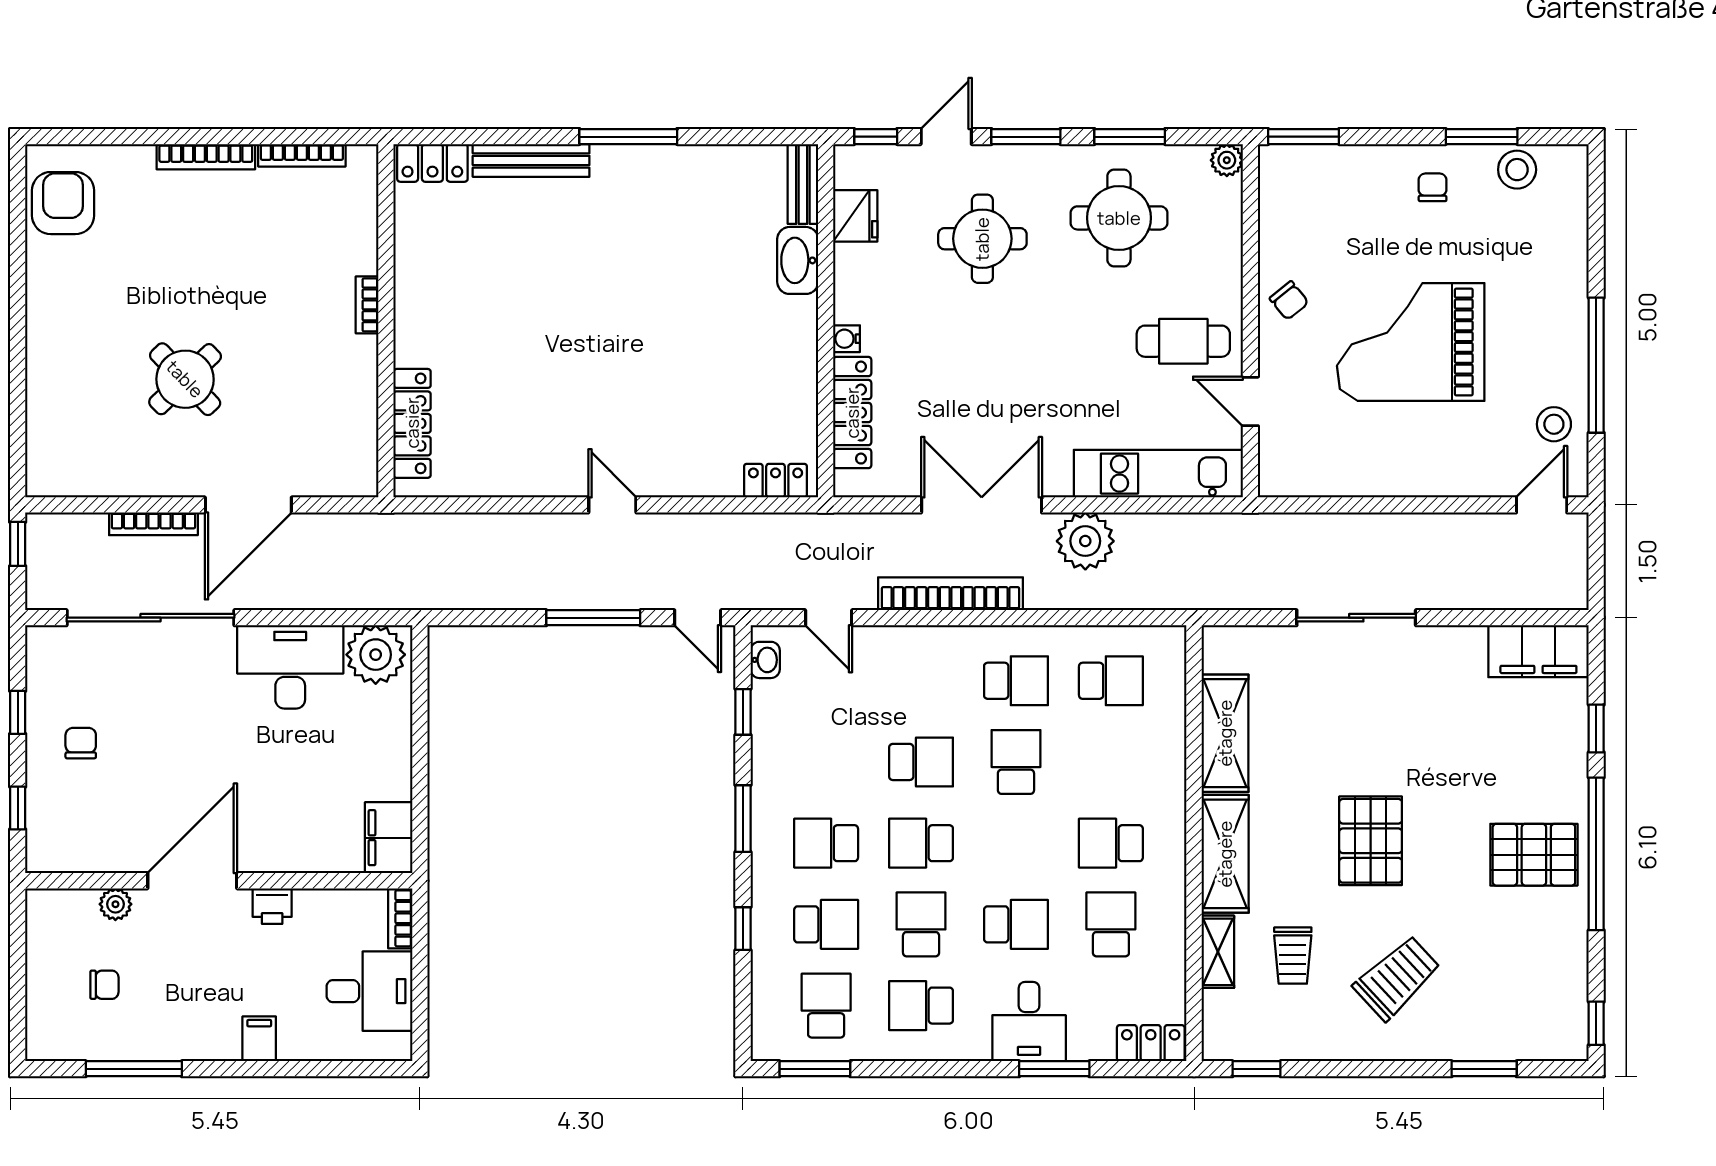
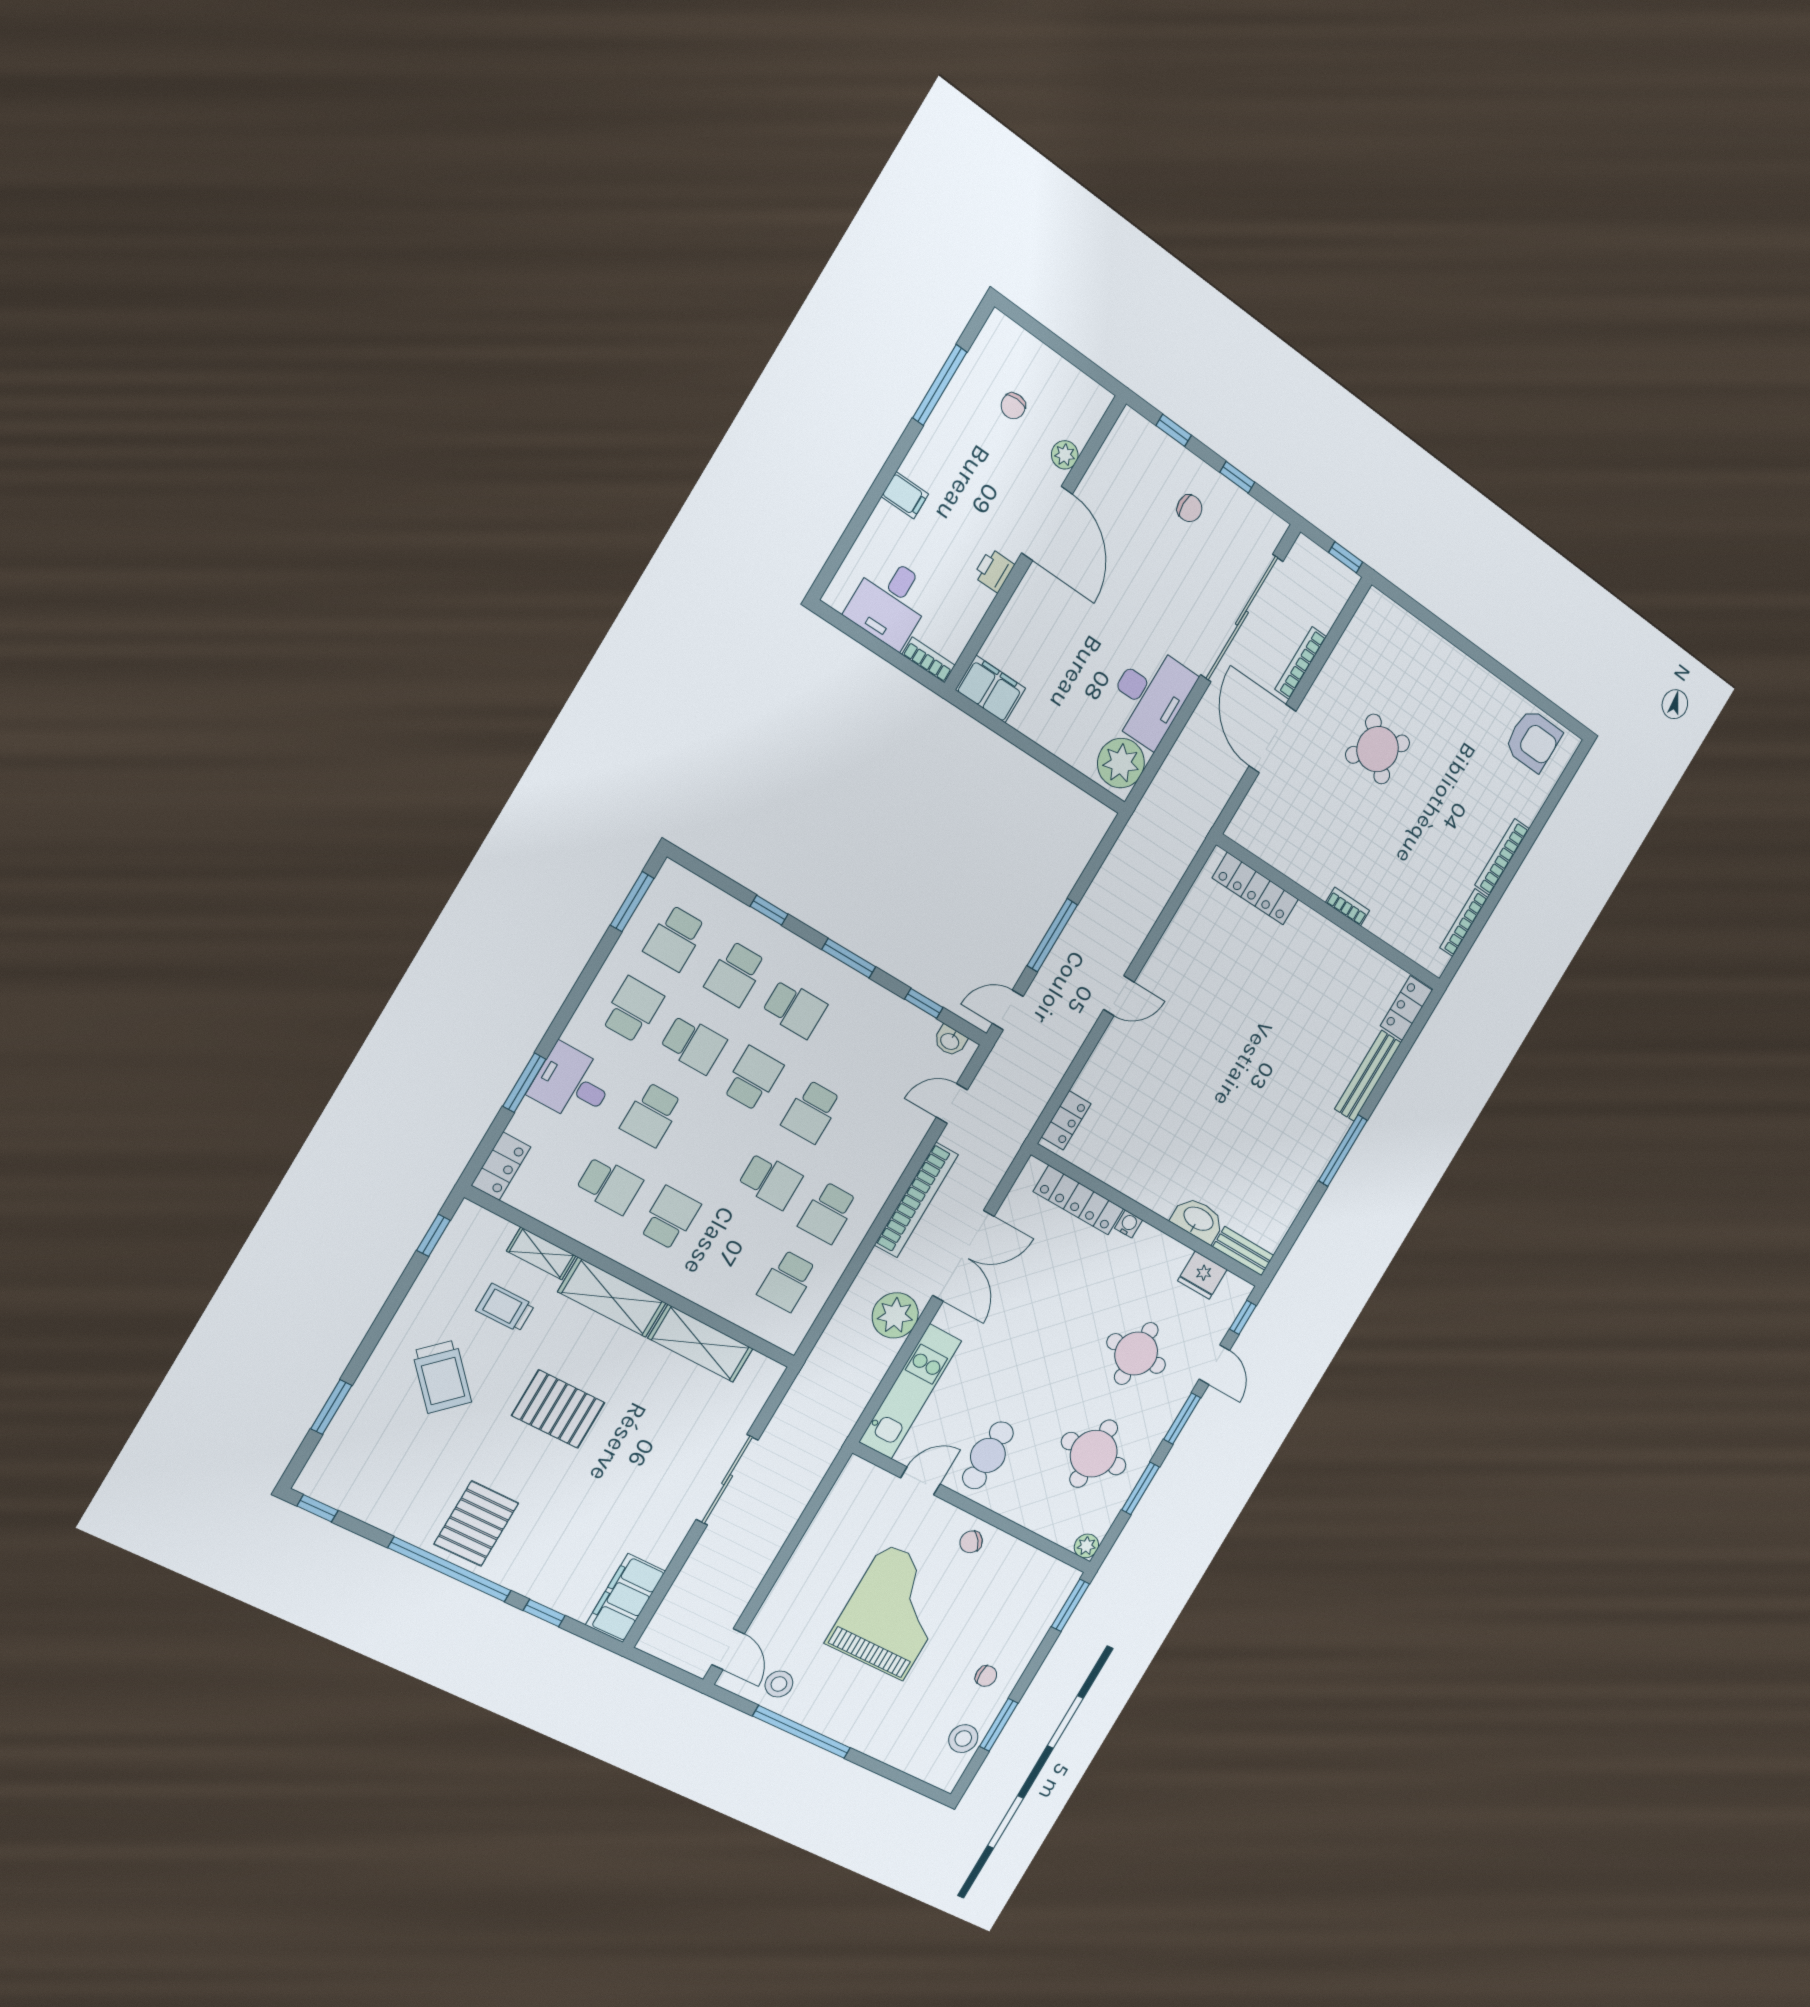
school desk: (826, 843) -> (795, 1009), turned 90
school desk: (826, 1006) -> (675, 938), turned 90

